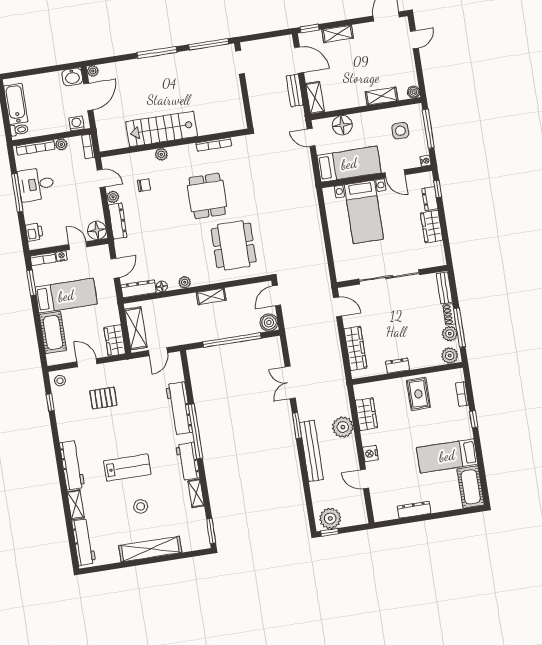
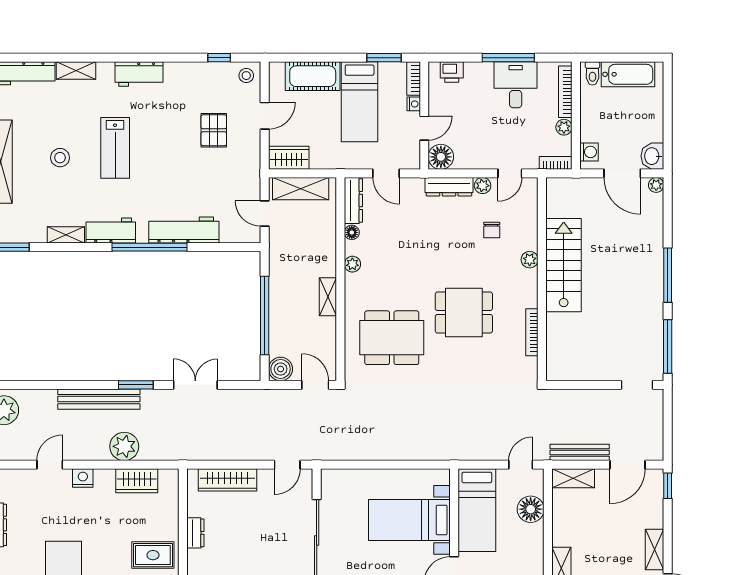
shelving: (338, 34) -> (655, 549), moved
bench: (295, 90) -> (580, 452), width x1.36
workbench: (72, 465) -> (139, 74), width x0.73

